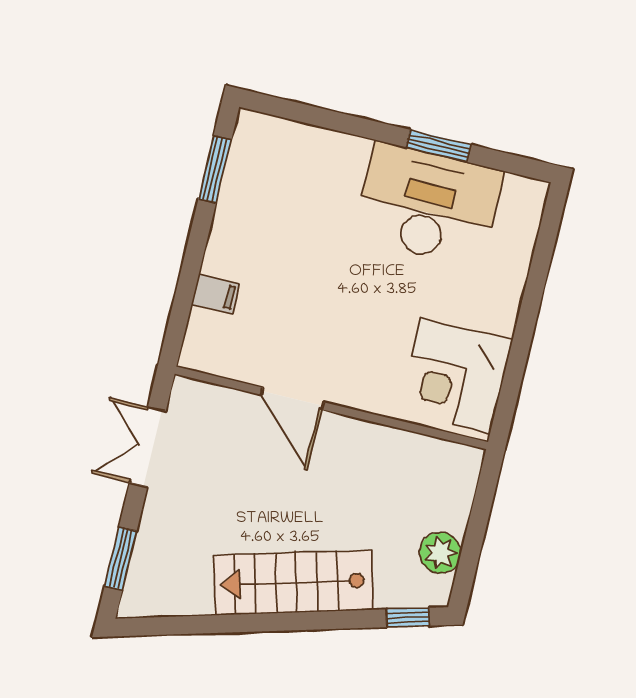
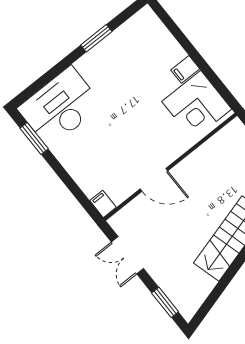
desk: (428, 204) -> (60, 107), moved
filing cabinet: (216, 294) -> (103, 204), moved, turned -90
filing cabinet: (496, 316) -> (185, 69), added

